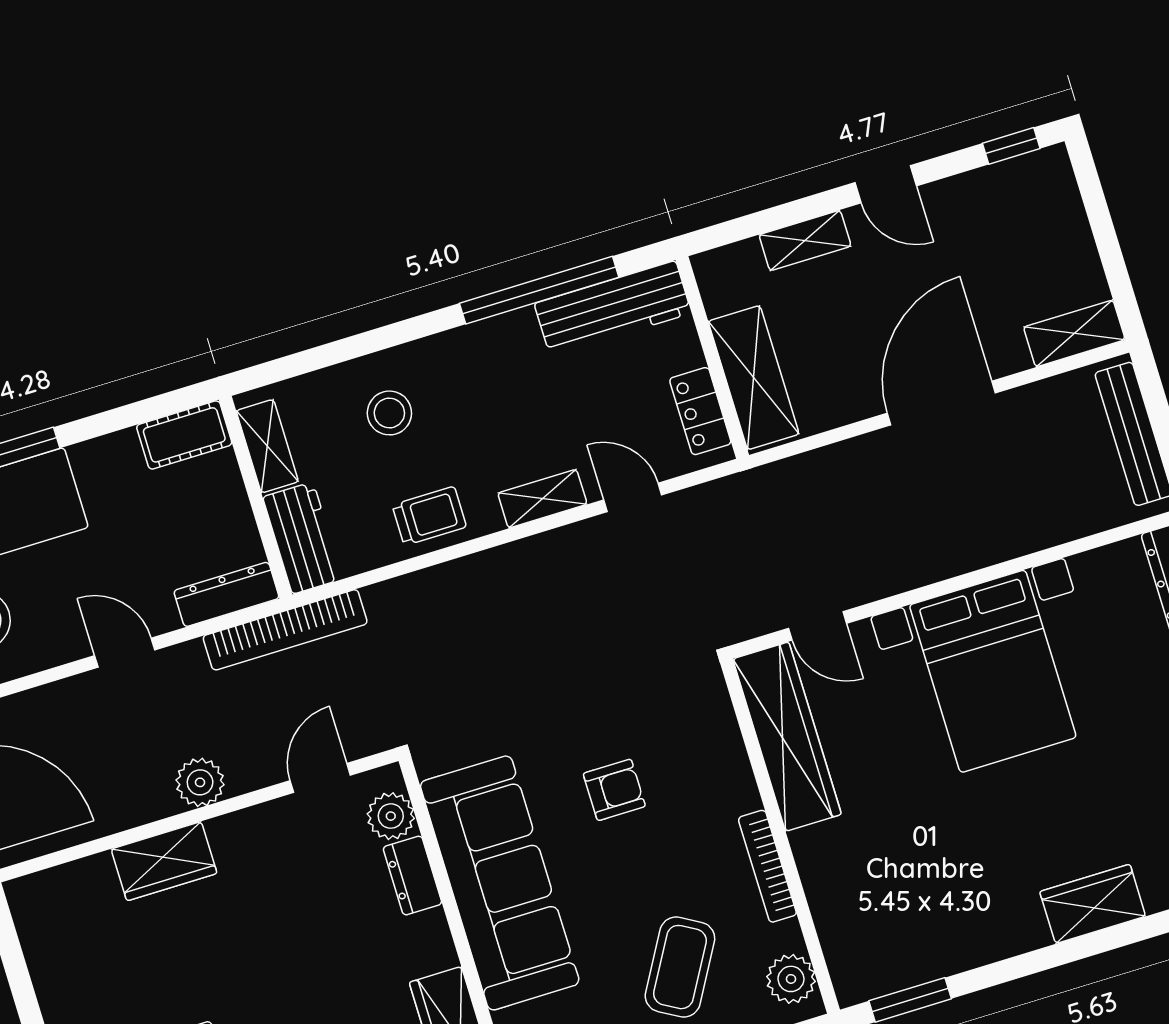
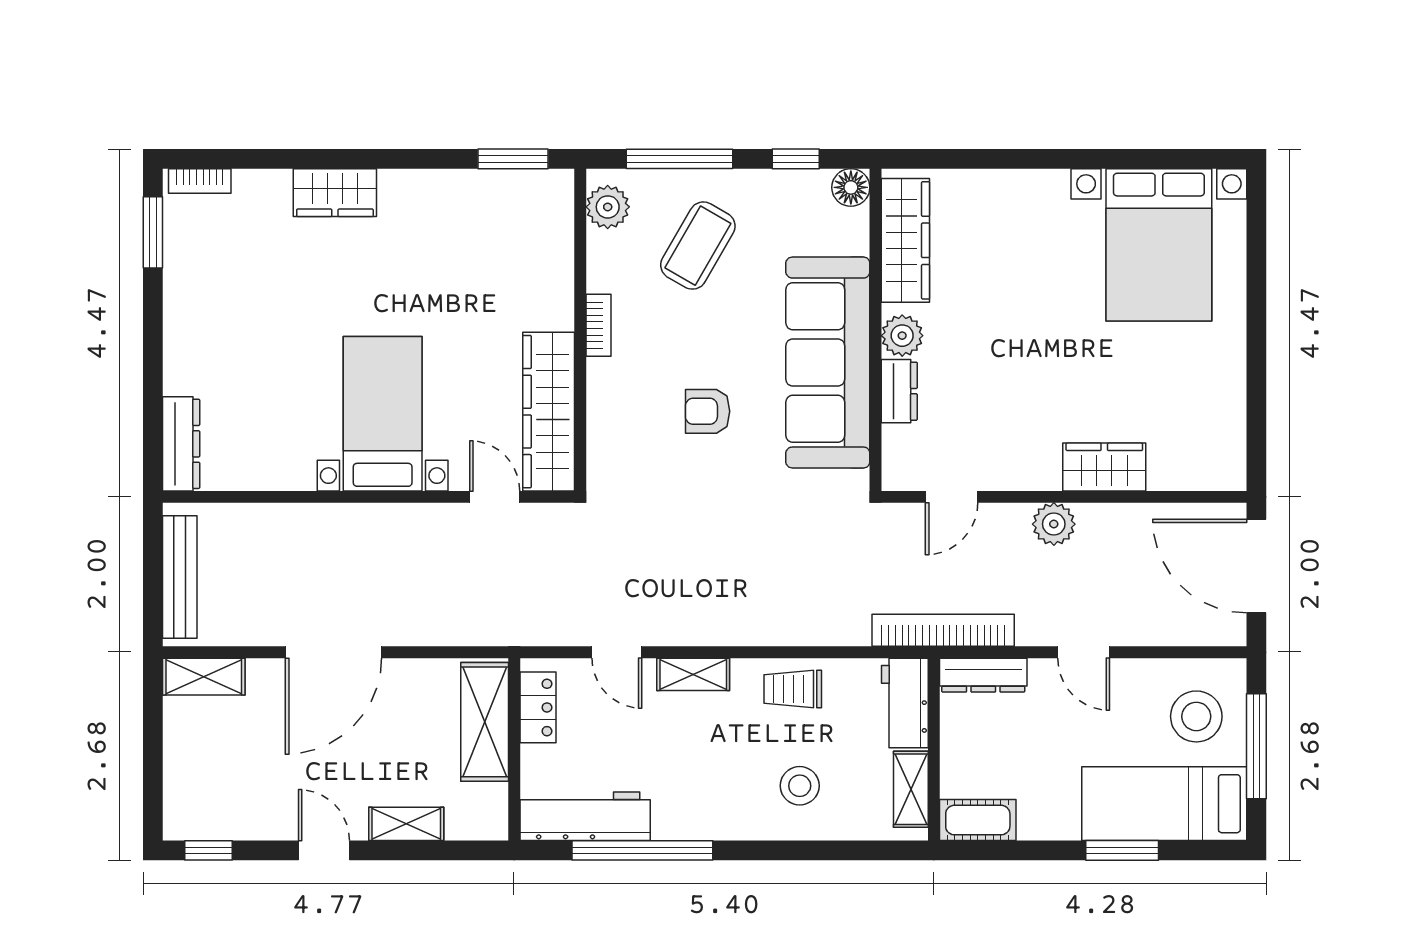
bed with nightstands: (993, 671) -> (383, 414), width x0.73
plant: (391, 816) -> (902, 336), moved
bookcase: (767, 866) -> (599, 325), width x0.64

